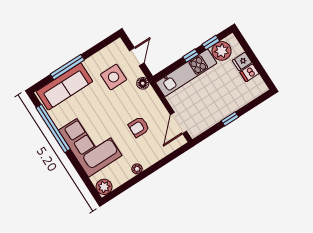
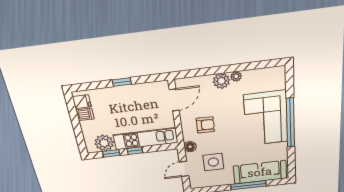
fridge: (242, 61) -> (82, 102), moved
armchair: (139, 127) -> (205, 125), moved
window: (53, 128) -> (290, 123), moved
plant: (104, 187) -> (221, 81), moved

